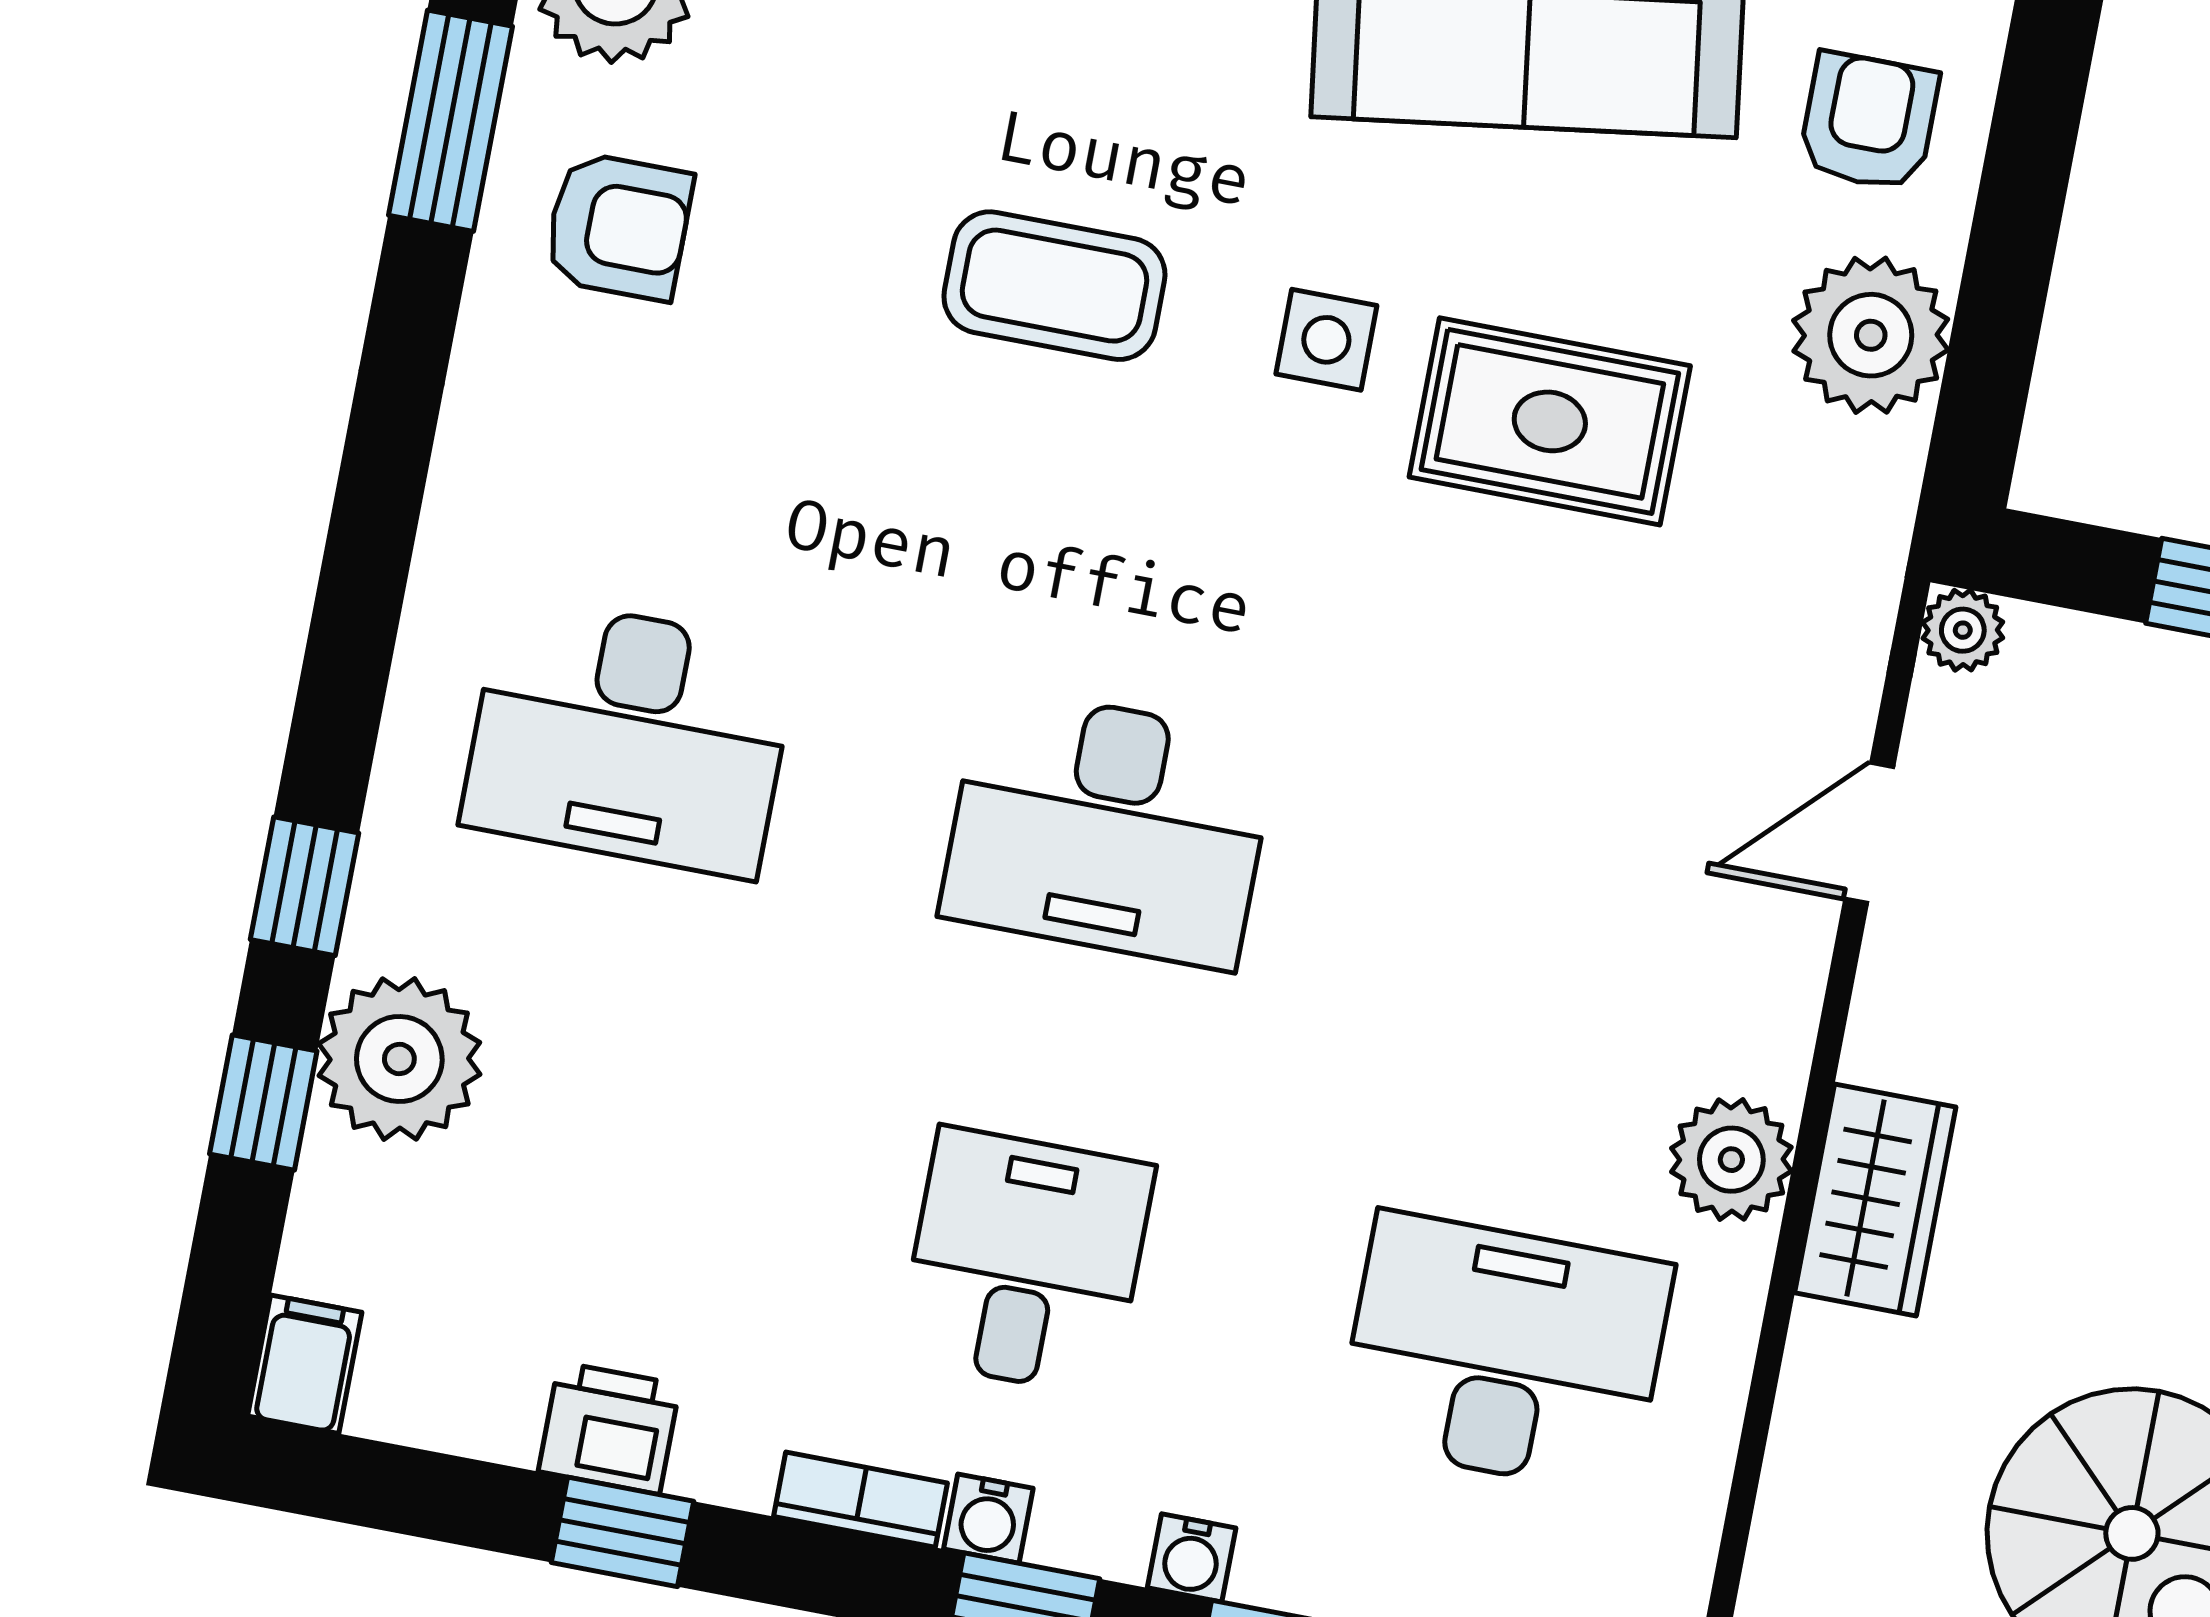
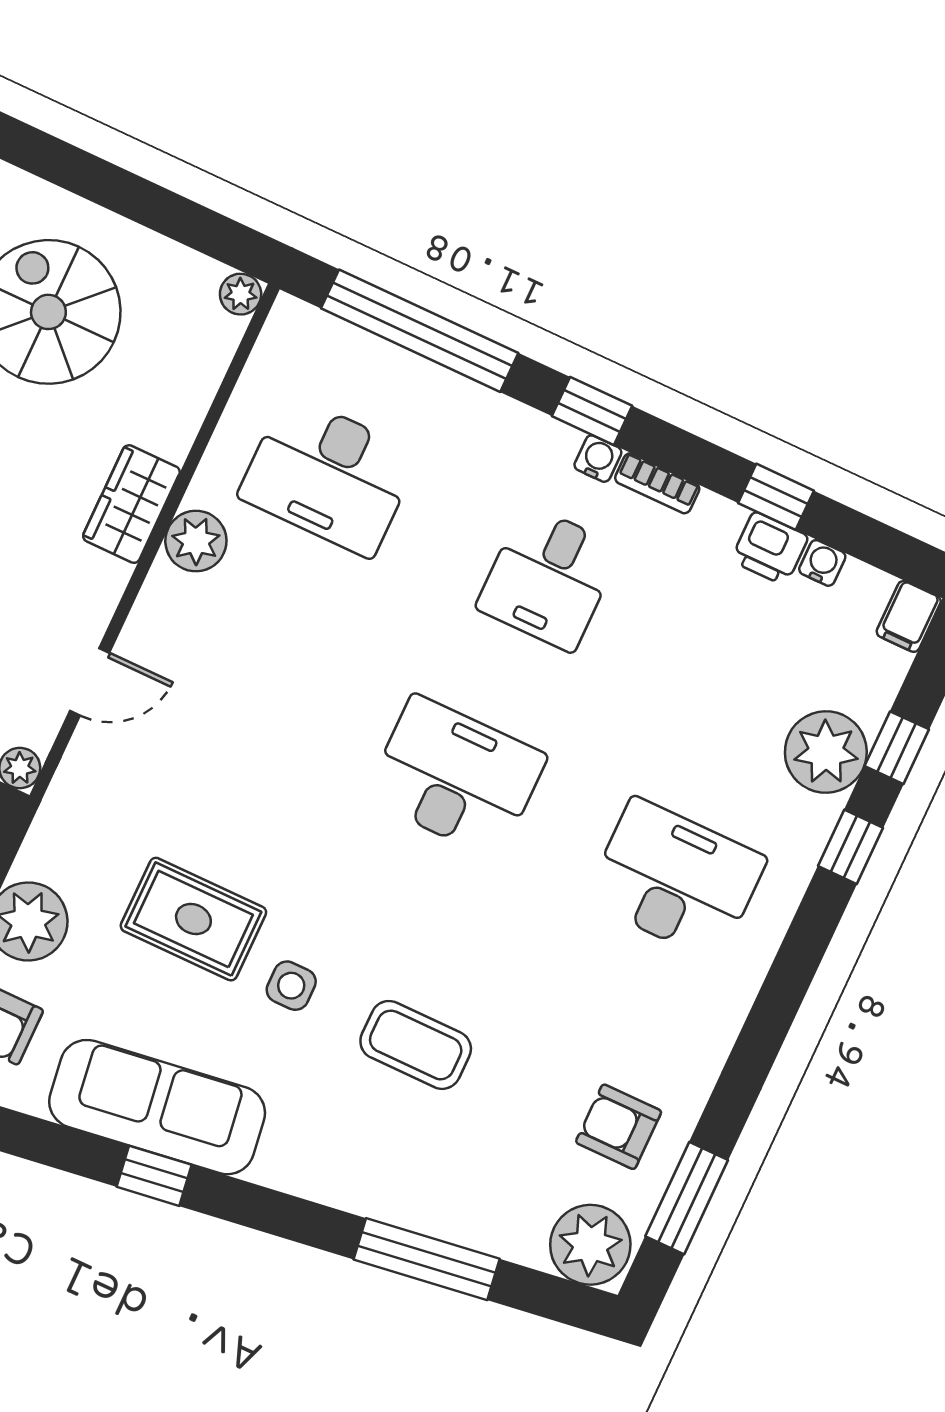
water cooler: (1192, 1558) -> (822, 563), moved

